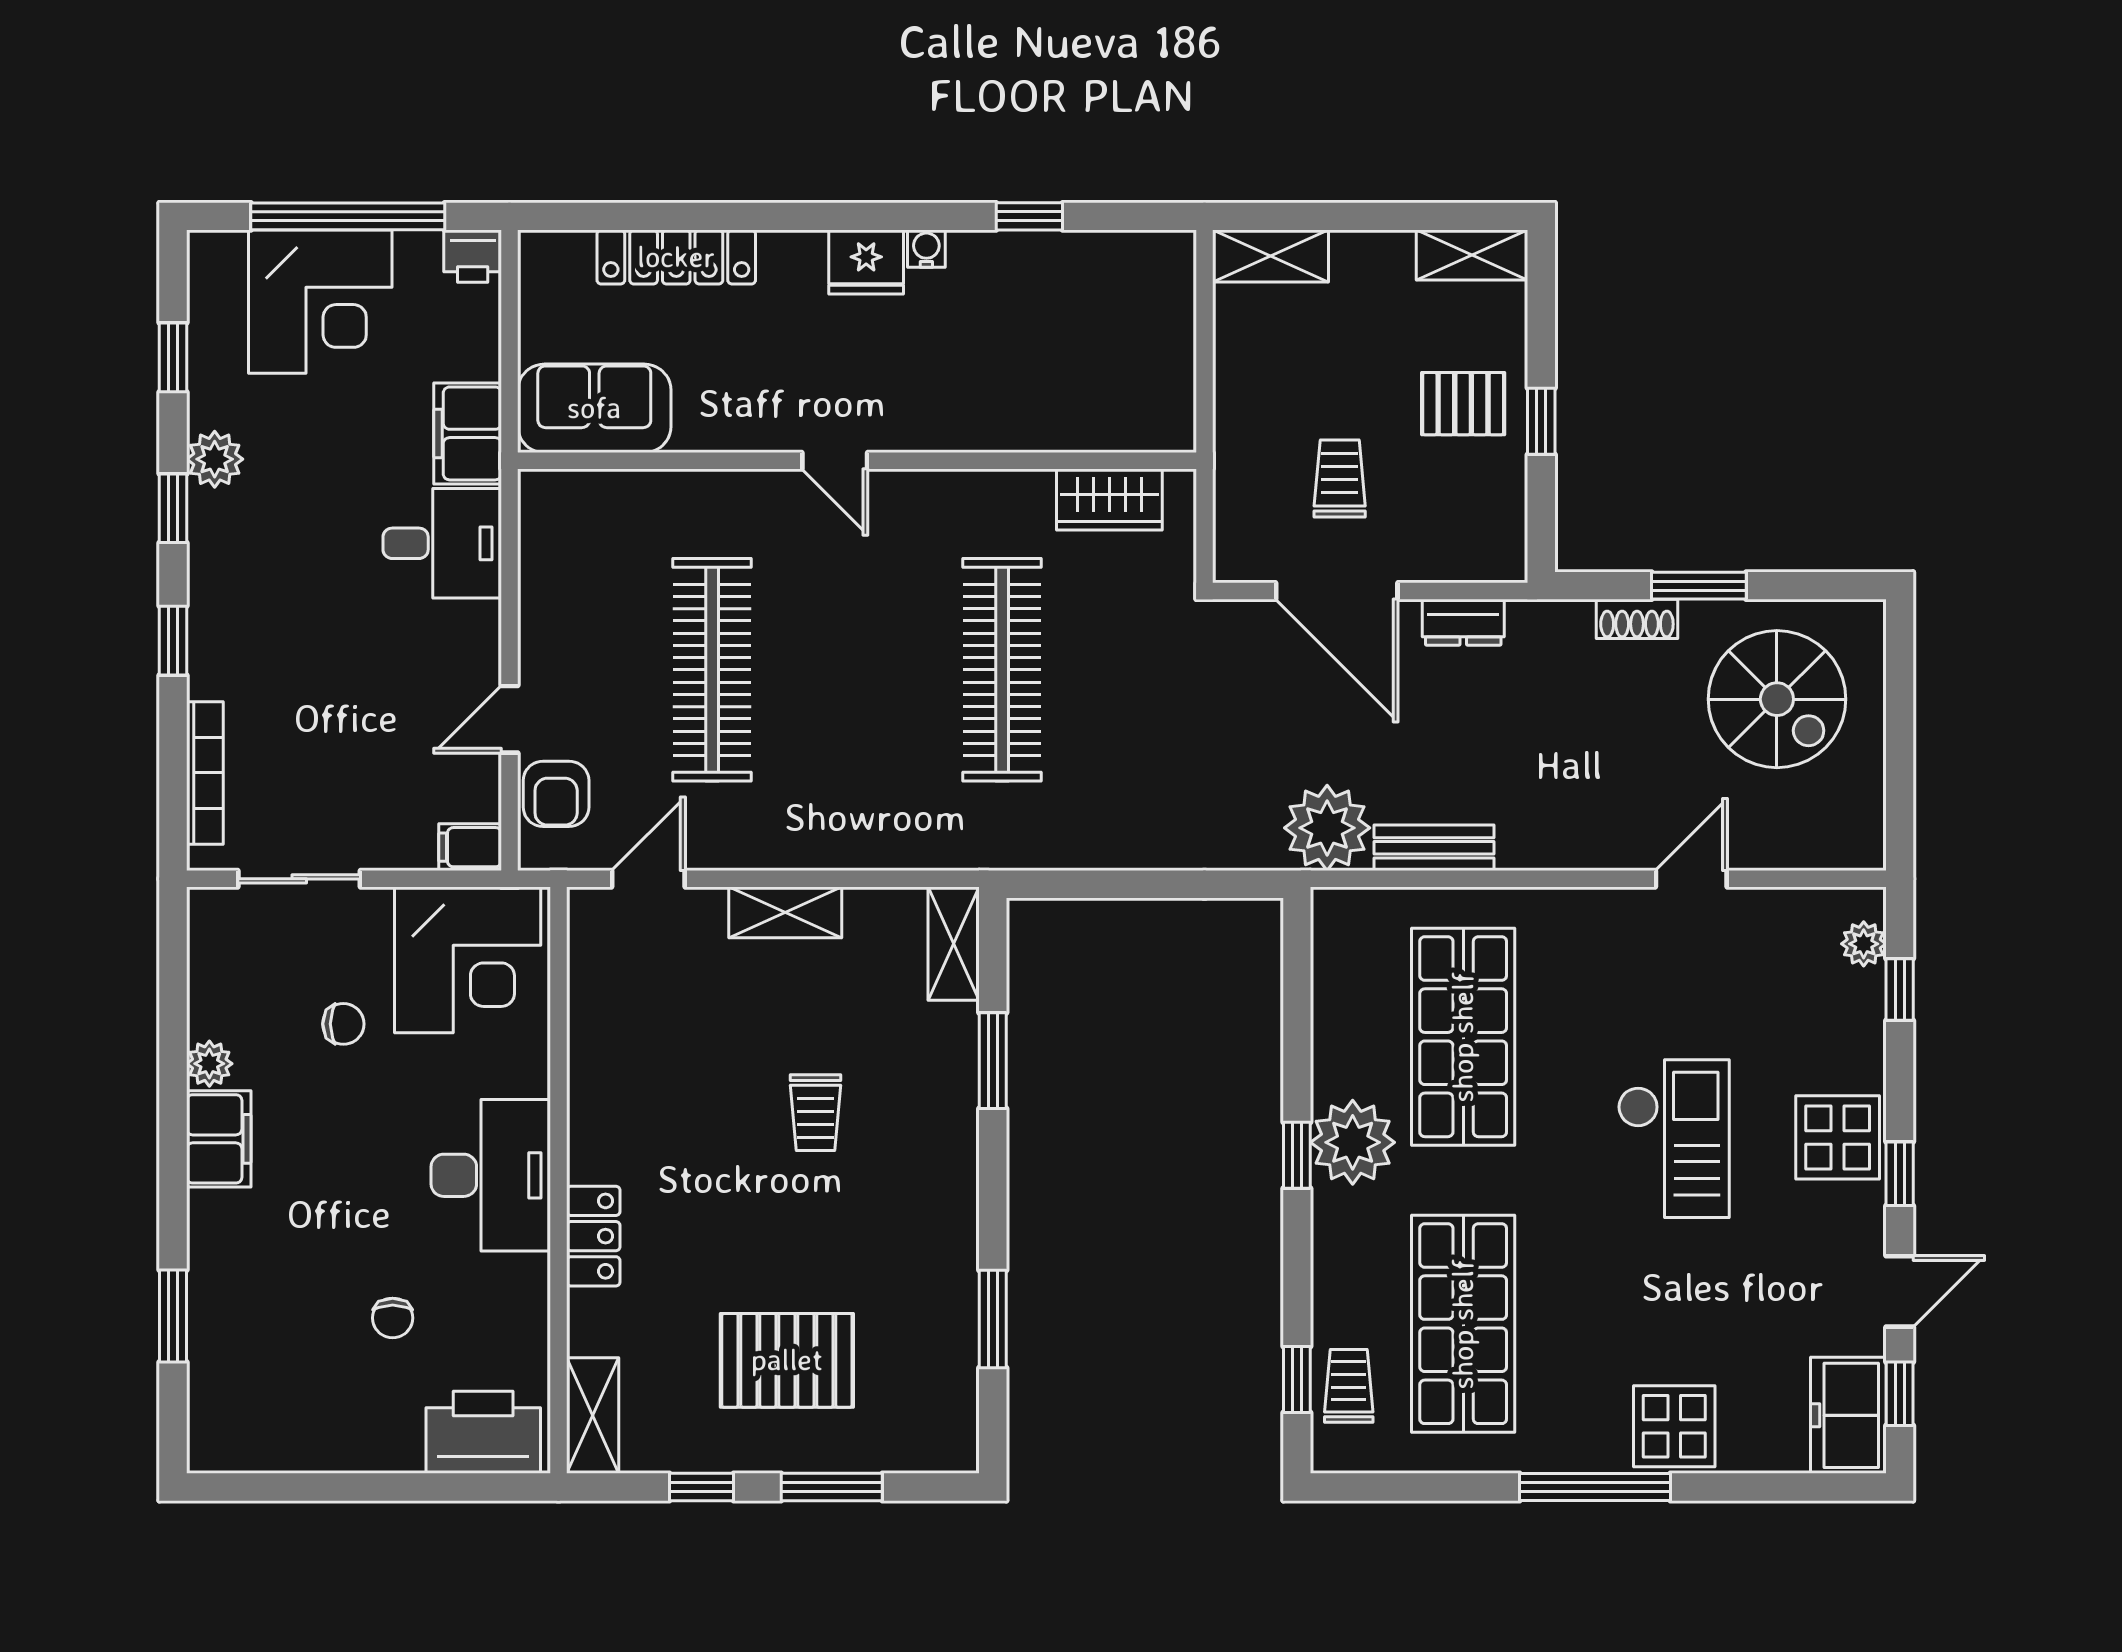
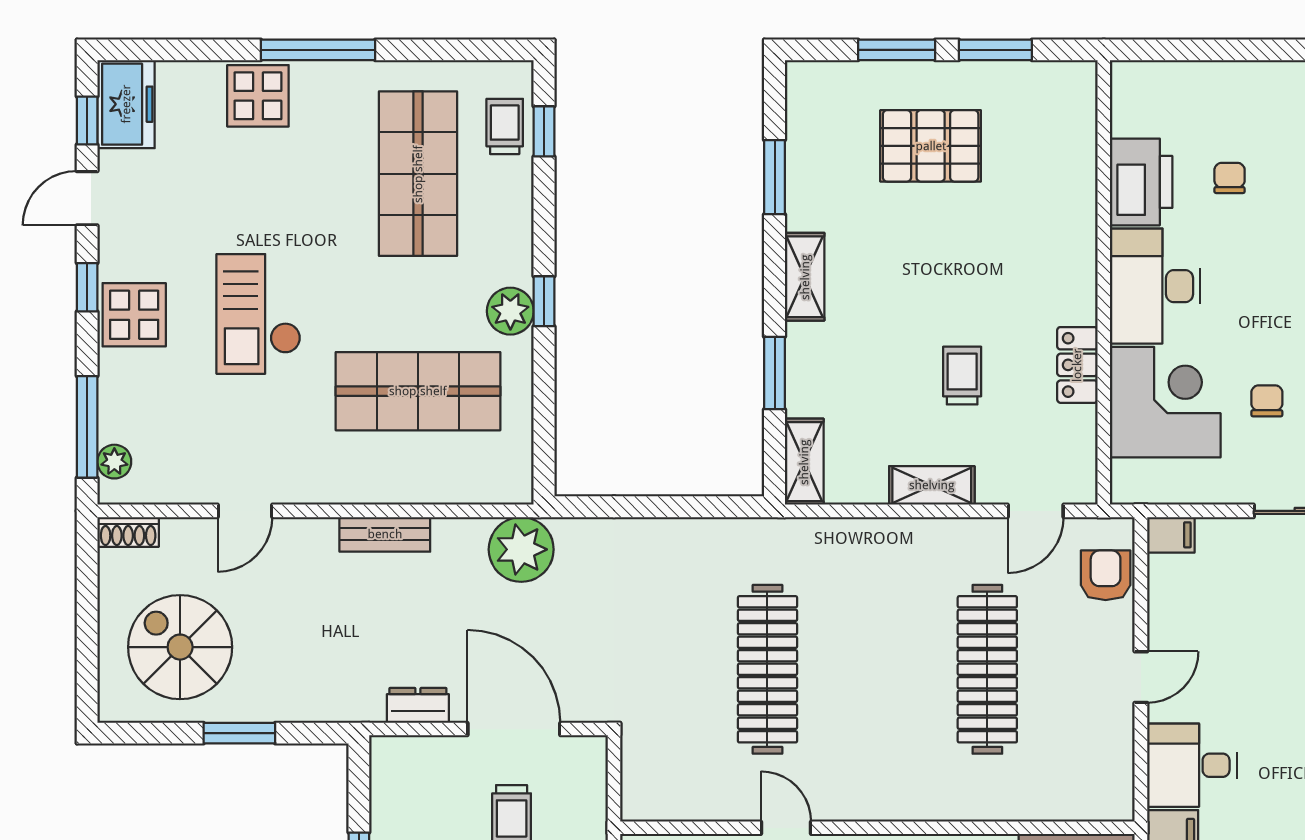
door: (835, 461) -> (786, 828), moved
wardrobe: (1109, 500) -> (686, 798), removed
shoe rack: (1637, 619) -> (128, 532), moved, turned 180
door: (510, 719) -> (1141, 677), moved
bench: (1434, 848) -> (385, 534), moved
corner desk: (468, 960) -> (1165, 402), moved, turned 90
window: (1900, 989) -> (87, 427), width x2.17
chair: (343, 1024) -> (1267, 401), turned 90
shop shelf: (1463, 1037) -> (418, 391), turned 90
trolley: (815, 1113) -> (962, 376), moved
plant: (1353, 1142) -> (510, 311), width x0.73, depth x0.73
locker: (593, 1236) -> (1077, 365), moved
trolley: (1349, 1386) -> (505, 126), turned 180
shelving: (593, 1415) -> (805, 277), moved
printer: (483, 1432) -> (1141, 182), moved, turned -90
window: (701, 1487) -> (995, 50), width x1.50

